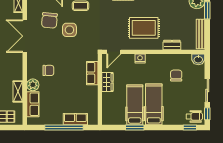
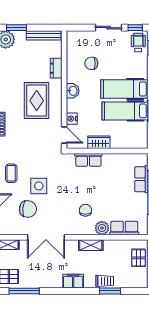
nightstand: (140, 59) -> (72, 119), moved
washbasin: (198, 59) -> (73, 91), moved
shelving: (18, 91) -> (91, 245), moved

